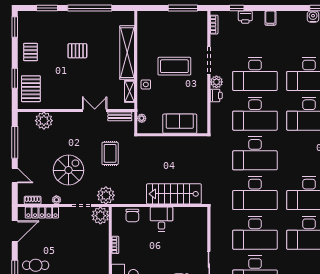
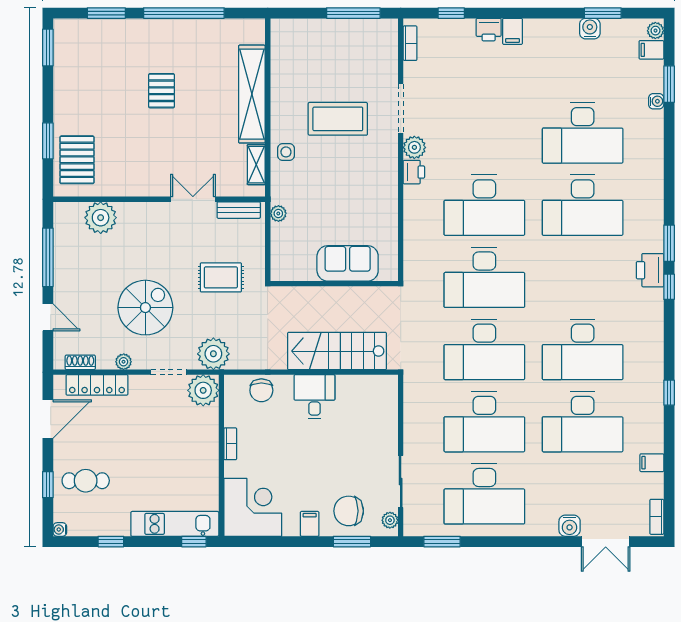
printer: (245, 17) -> (489, 30), moved
pallet: (77, 51) -> (162, 91), turned 90
pallet: (31, 52) -> (76, 93), removed
desk: (255, 74) -> (484, 133), removed
sofa: (180, 124) -> (348, 263), moved
wall: (172, 135) -> (334, 284), moved
rug: (110, 153) -> (221, 277), turned 90

